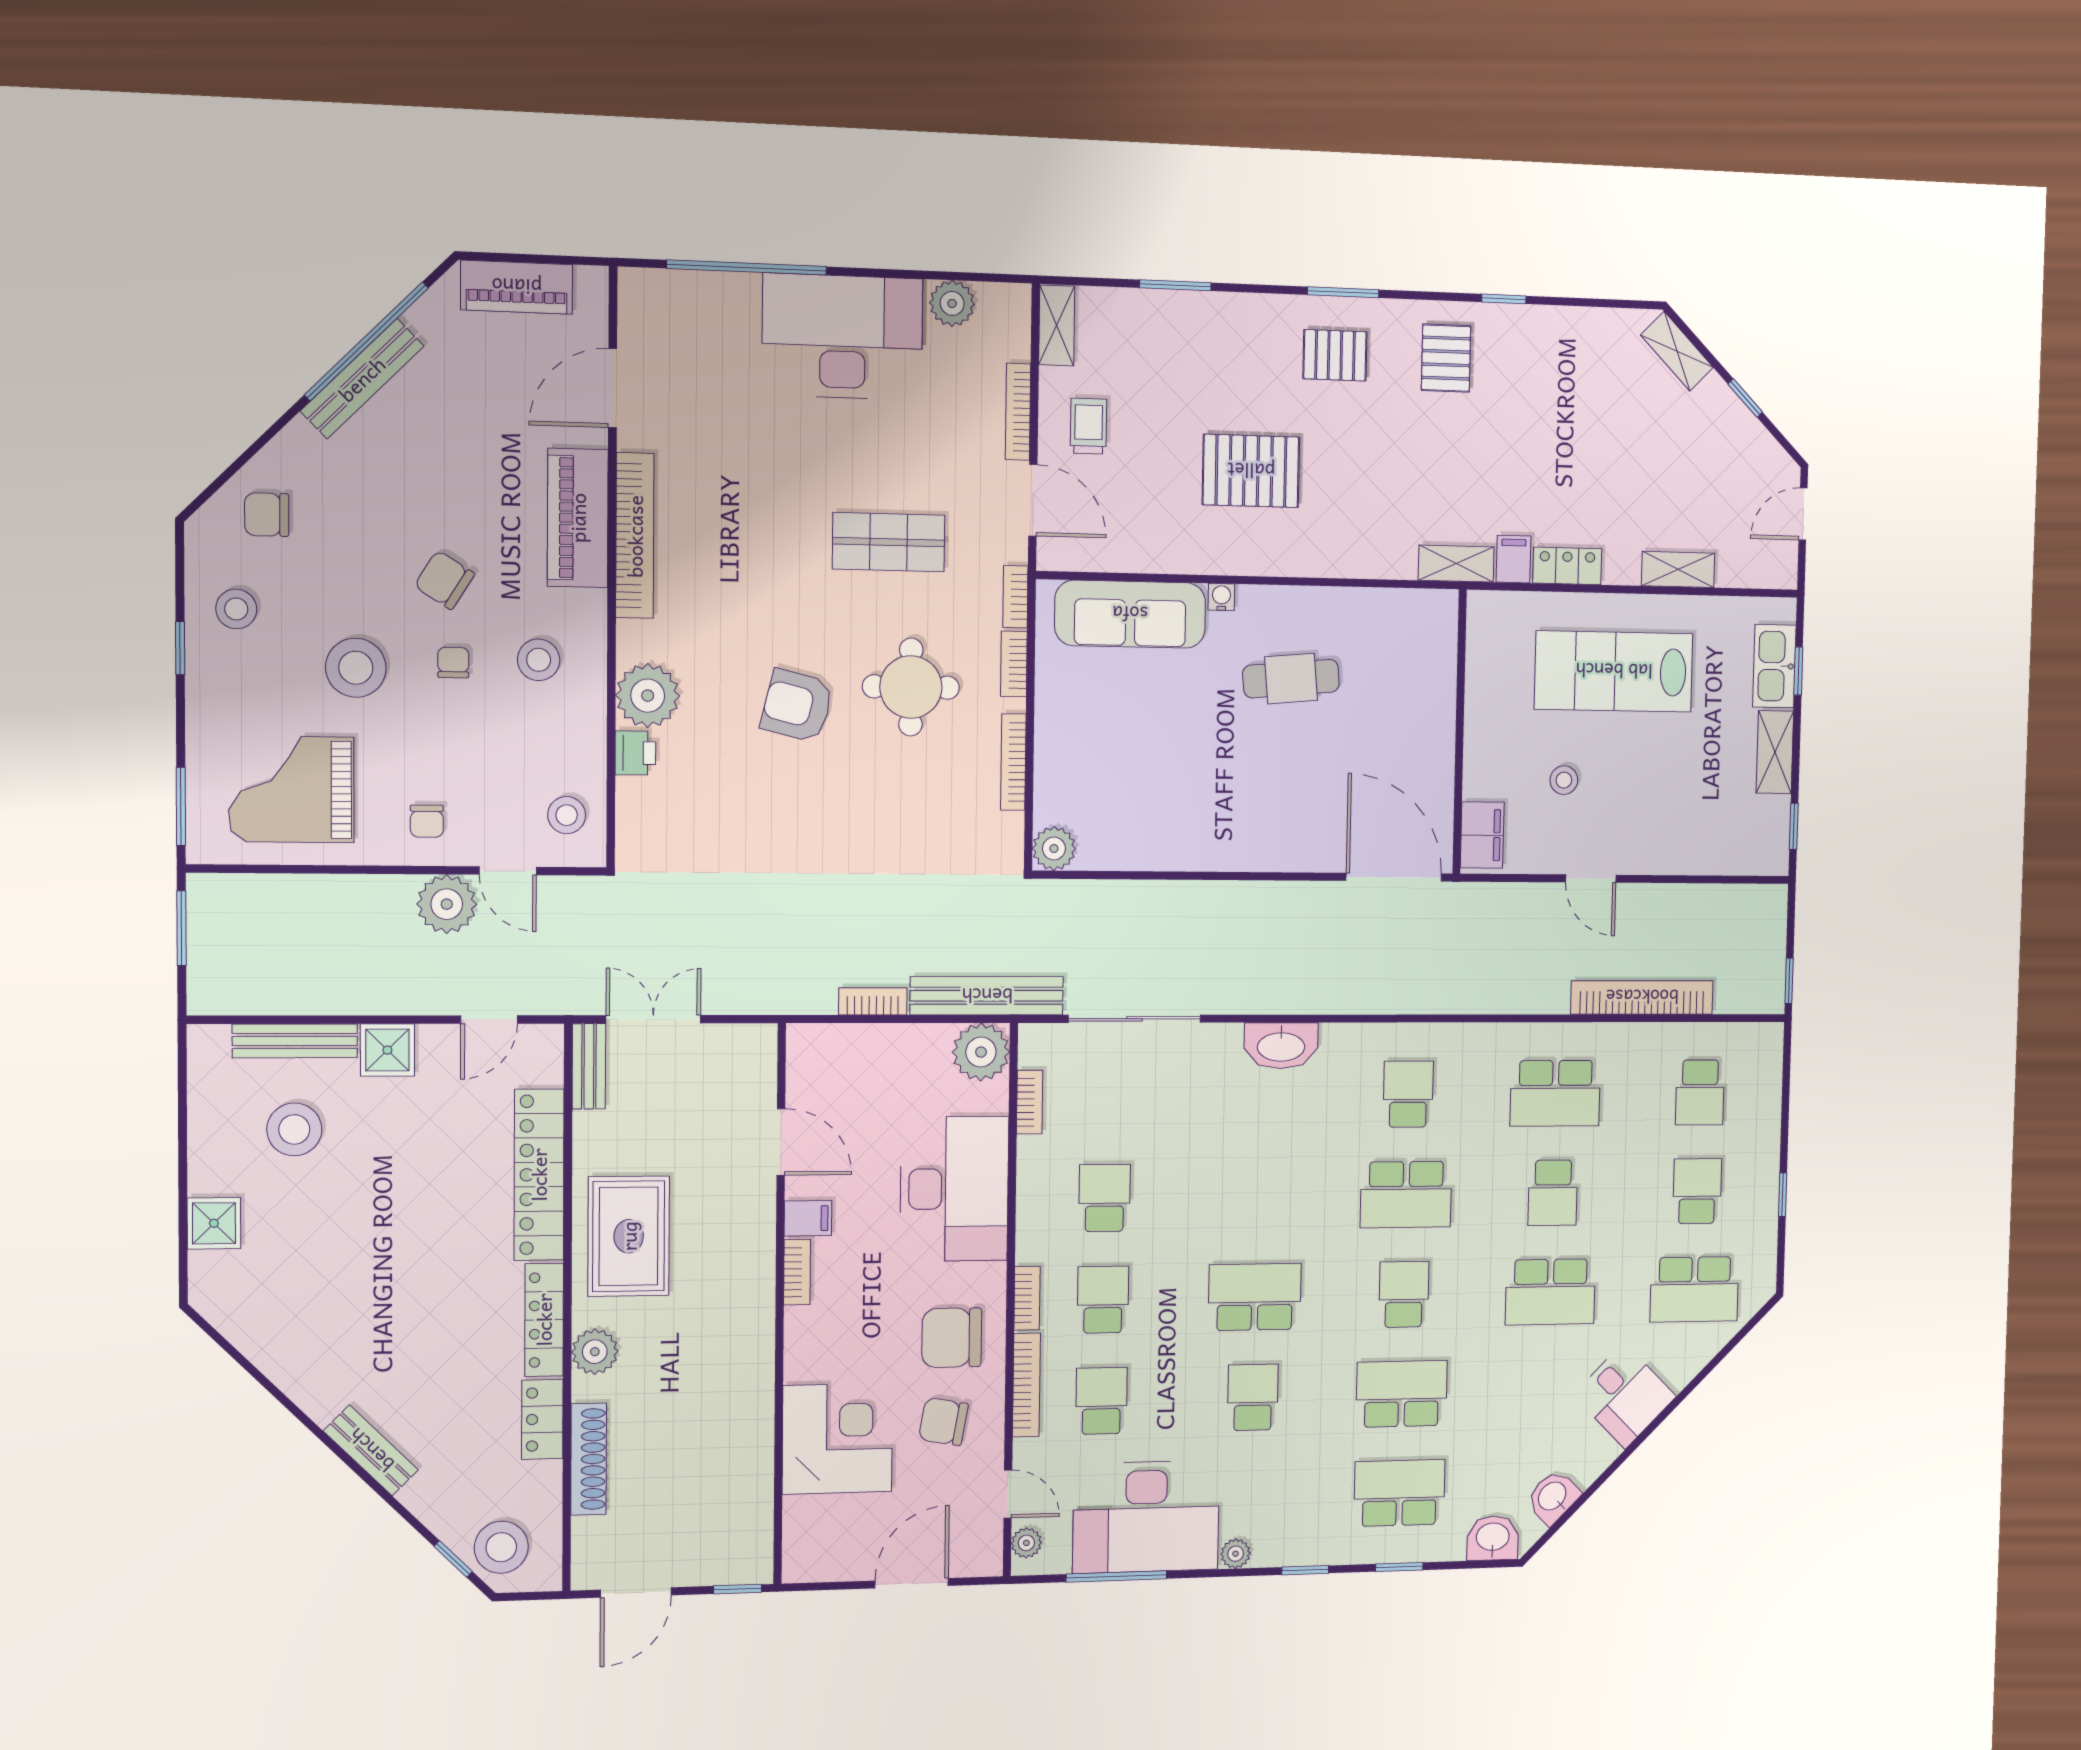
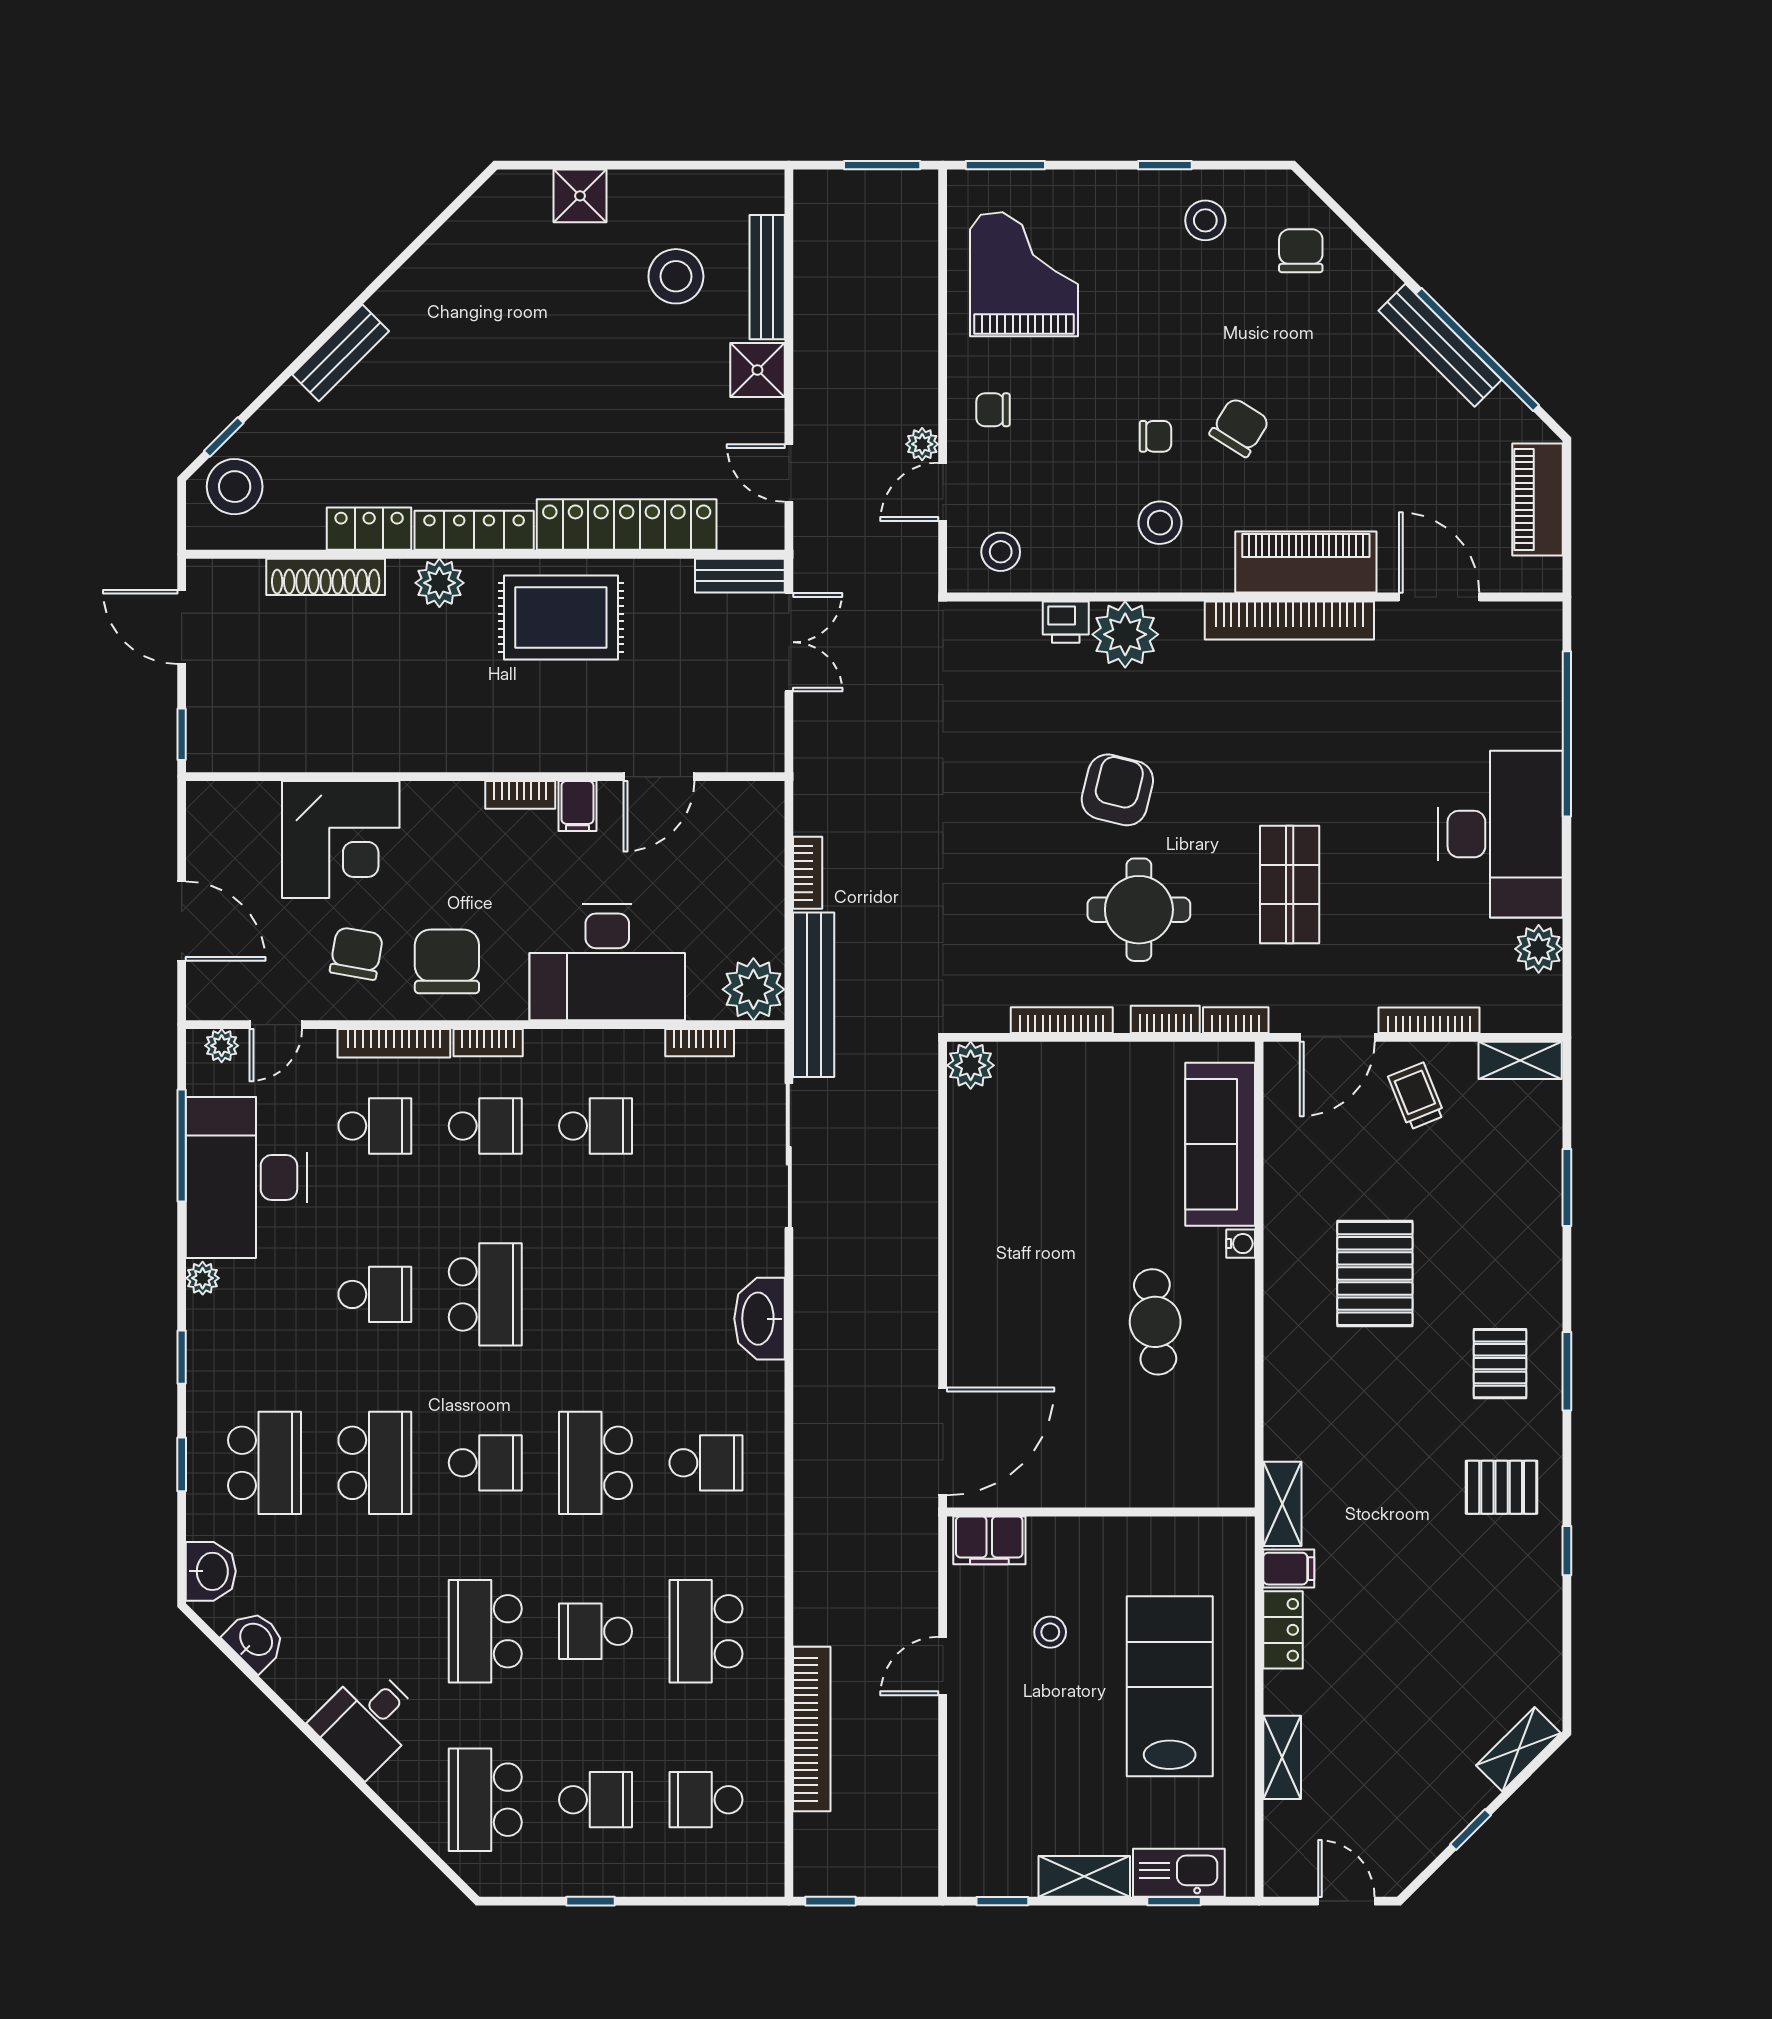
trolley: (1089, 426) -> (1416, 1096), turned -112
stool: (356, 668) -> (1148, 339), removed
plant: (447, 904) -> (922, 444), width x0.53, depth x0.53

